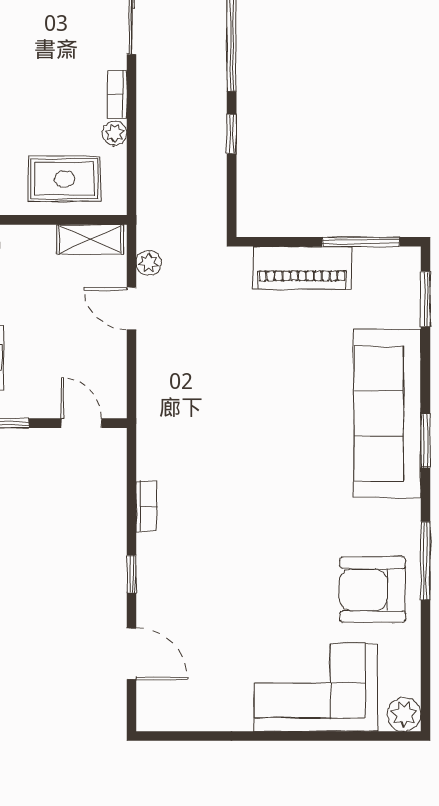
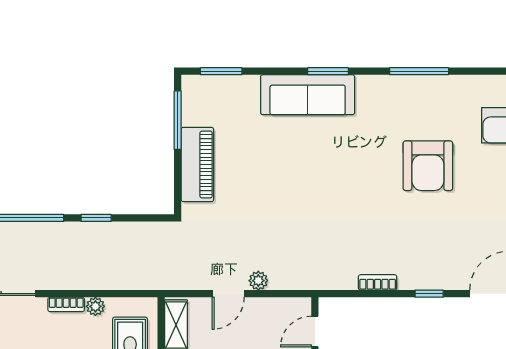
plant: (149, 263) -> (258, 281), moved
sofa: (387, 413) -> (308, 95), width x0.74, depth x0.79
armchair: (373, 590) -> (428, 166), moved

